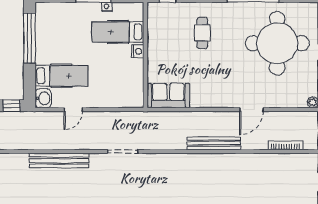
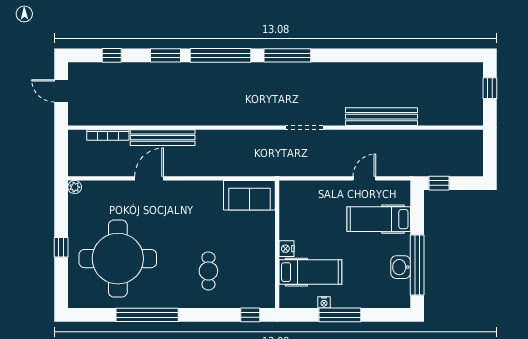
washbasin: (43, 98) -> (401, 267), moved
bench: (214, 143) -> (163, 138), moved

